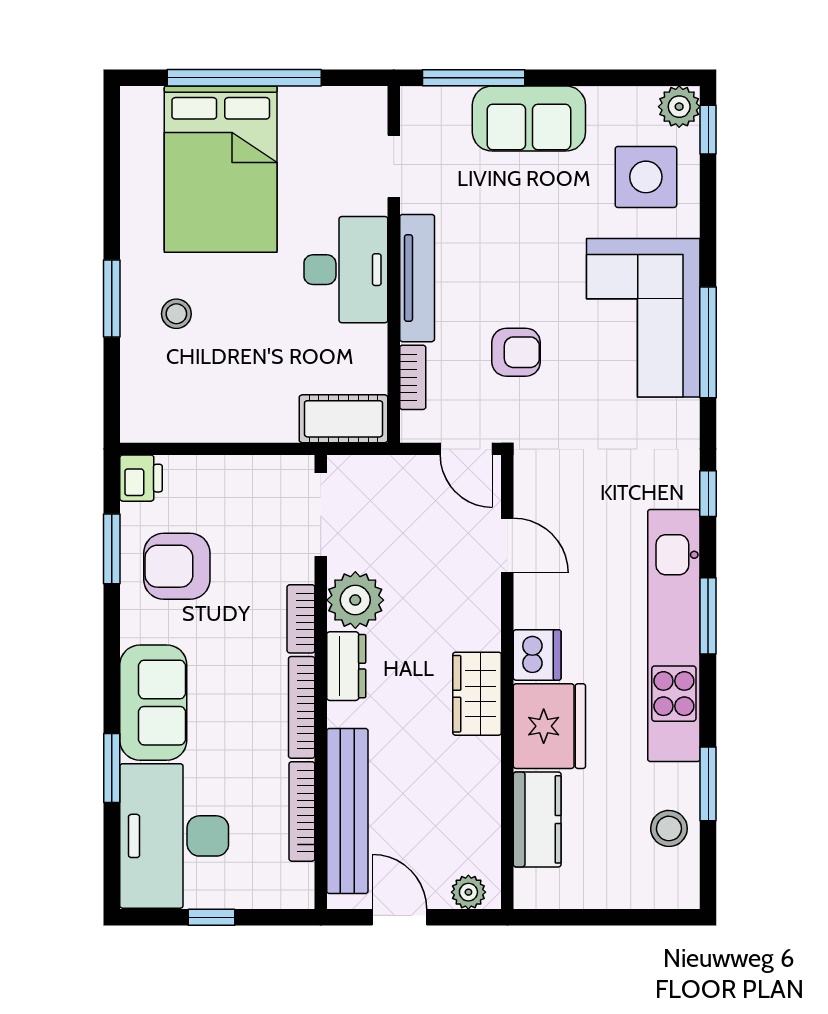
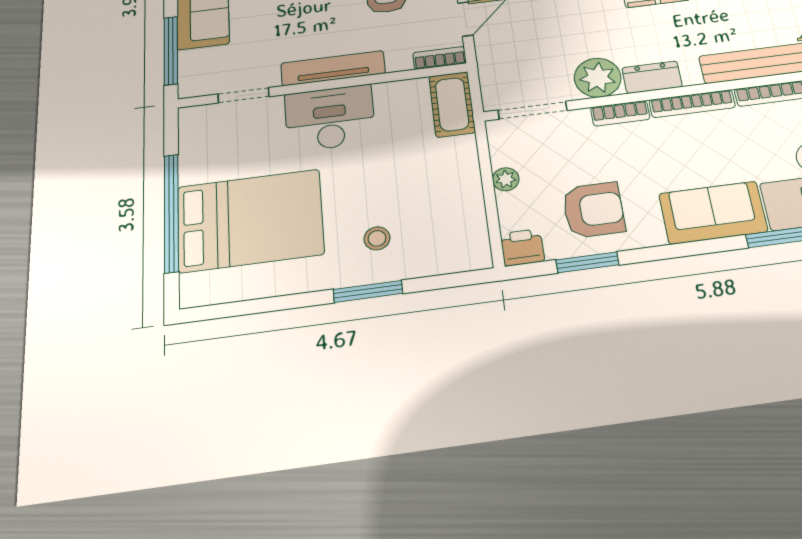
bookcase: (413, 377) -> (440, 58), moved
plant: (231, 470) -> (506, 179), added
armchair: (177, 566) -> (593, 210), turned -90

